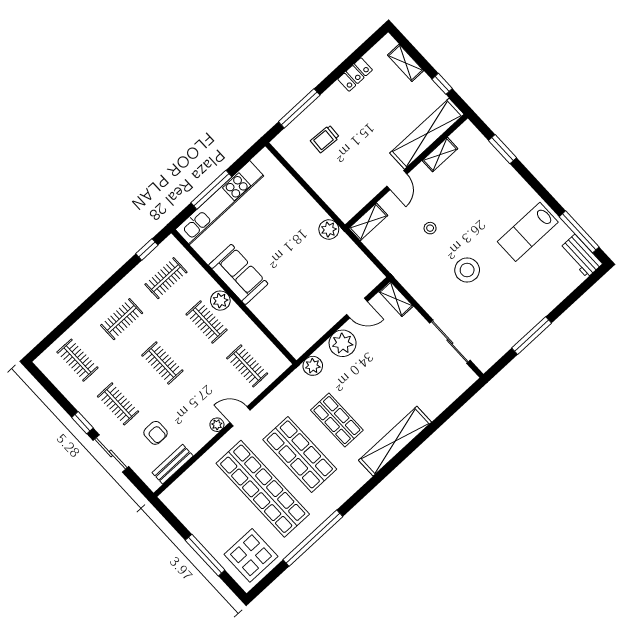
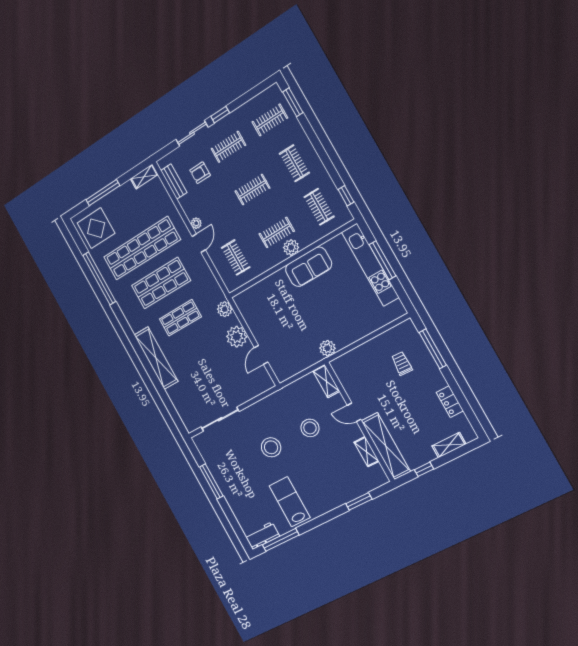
stool: (430, 228) -> (310, 428), width x1.89, depth x1.89
shelving: (396, 299) -> (144, 177), moved
window: (52, 337) -> (293, 102), added
clothes rail: (247, 366) -> (236, 257), turned 90

